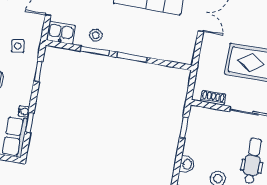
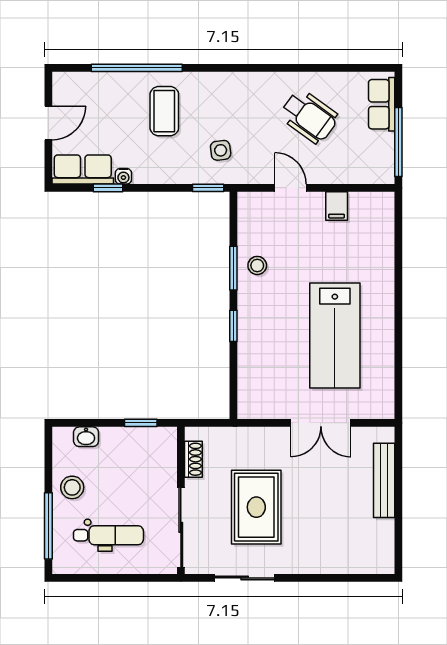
kitchen sink: (61, 33) -> (252, 212), removed
window: (132, 57) -> (233, 326), width x0.67
window: (38, 71) -> (208, 188), moved

